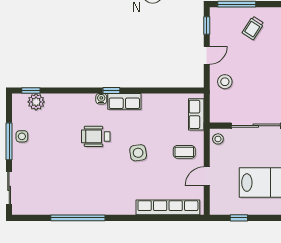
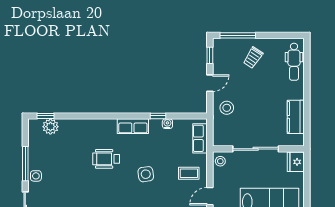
window: (111, 90) -> (158, 116), moved
water cooler: (101, 99) -> (167, 124), moved
side table: (22, 136) -> (36, 176), moved

